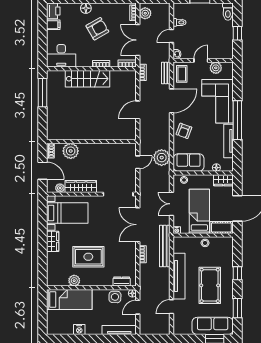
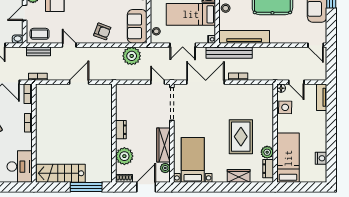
door: (201, 60) -> (25, 13), hinge flipped
stairs: (87, 79) -> (61, 173), moved, turned -90
window: (43, 93) -> (86, 187), moved
door: (172, 101) -> (69, 45), width x0.53
door: (138, 110) -> (79, 82), swing flipped
dresser: (95, 148) -> (121, 130), added
door: (138, 162) -> (158, 82), moved
double door: (138, 225) -> (206, 82), swing flipped
wardrobe: (53, 241) -> (239, 176), moved
tv unit: (179, 276) -> (244, 37), moved
dresser: (122, 282) -> (268, 169), moved
door: (172, 307) -> (316, 45), moved
nightstand: (79, 330) -> (321, 158), moved
tv unit: (119, 330) -> (322, 97), width x0.71

